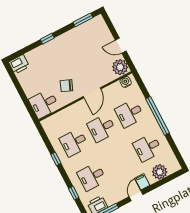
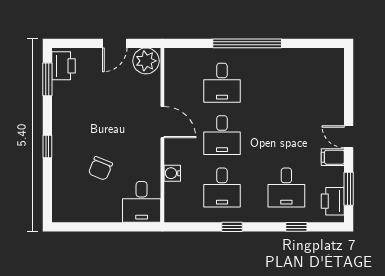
printer: (19, 64) -> (64, 66), moved
water cooler: (126, 82) -> (172, 173), moved
chair: (66, 86) -> (100, 168), moved
desk: (147, 148) -> (286, 83), removed
plant: (160, 172) -> (332, 83), removed
filing cabinet: (142, 182) -> (333, 157), moved

